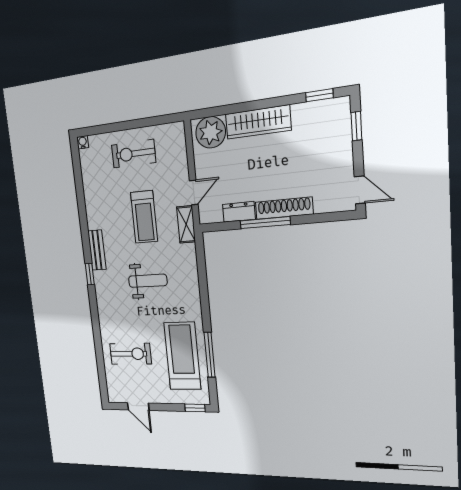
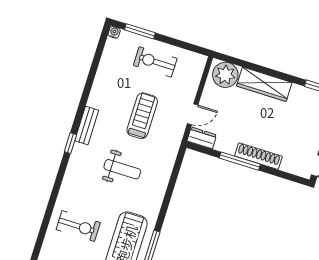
window: (106, 129) -> (140, 31), added
dresser: (239, 212) -> (202, 138), moved
treadmill: (144, 217) -> (142, 116), turned 180
shelving: (186, 224) -> (176, 136), removed

